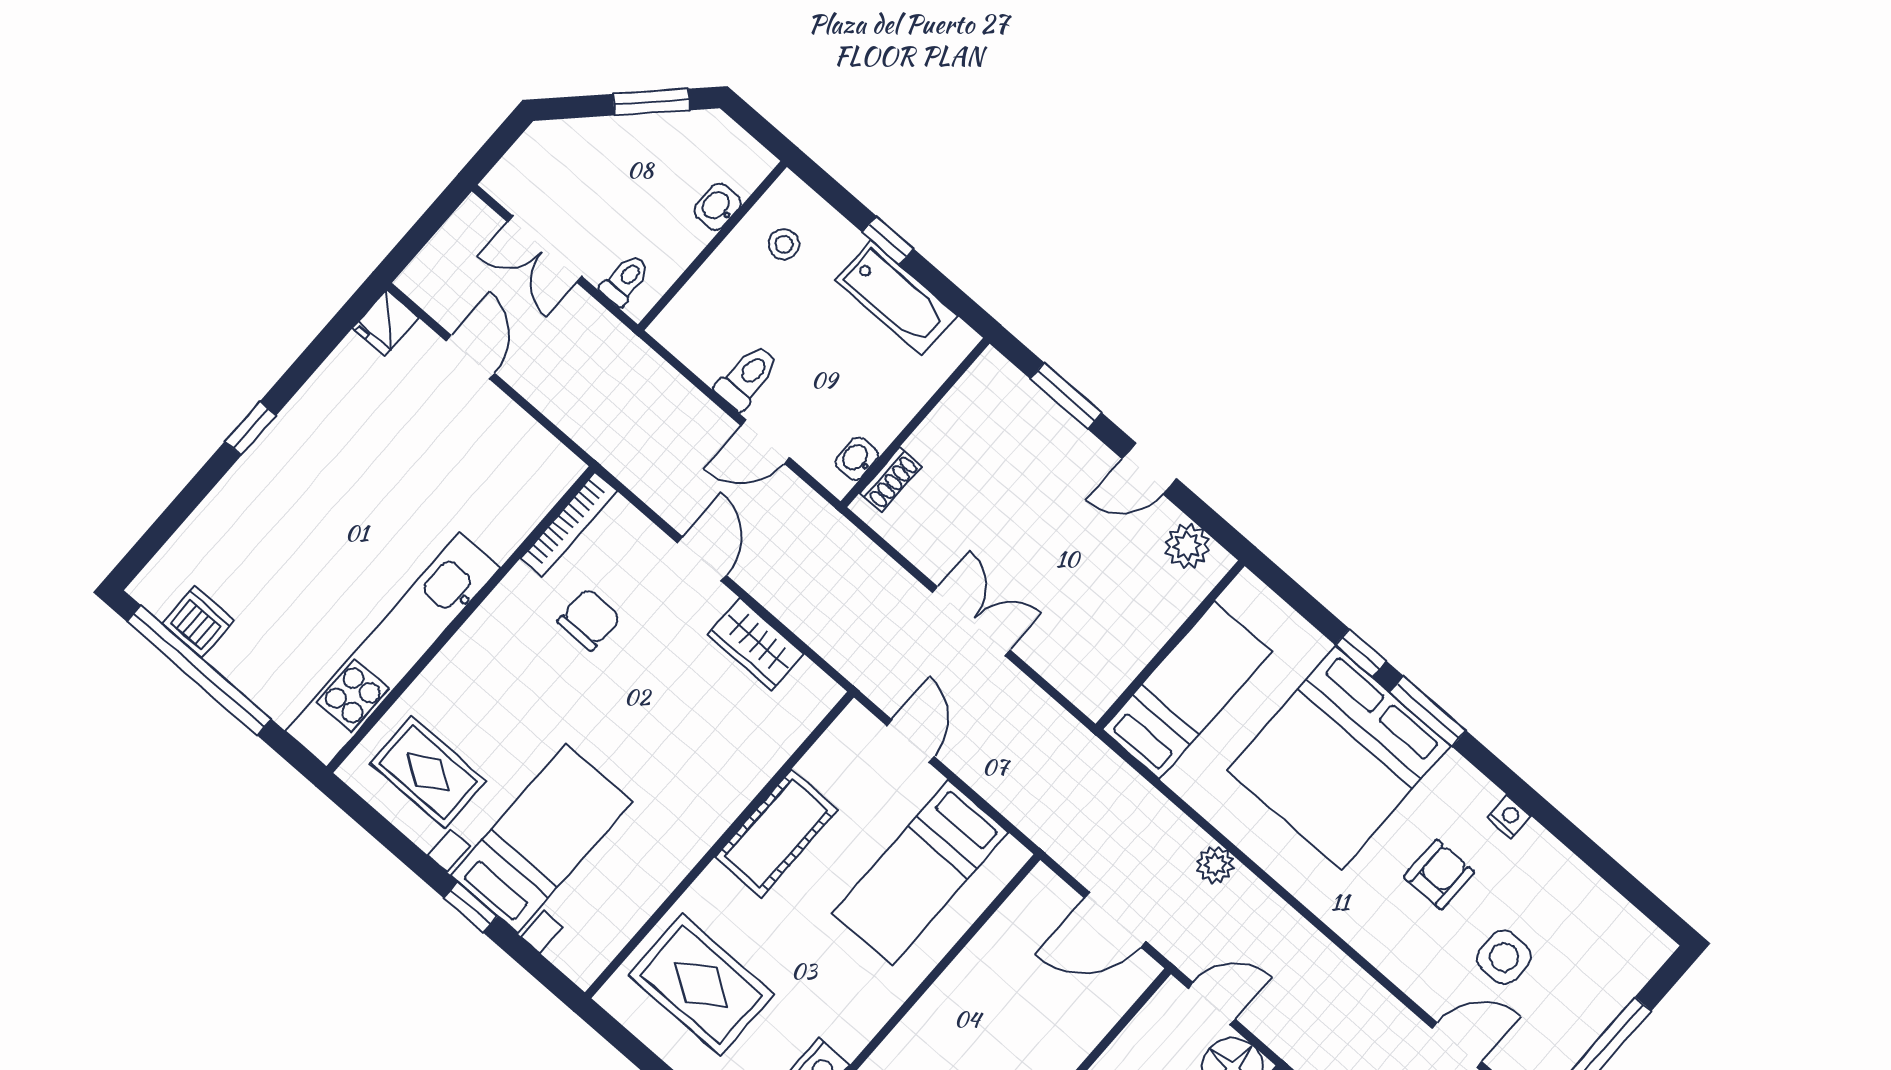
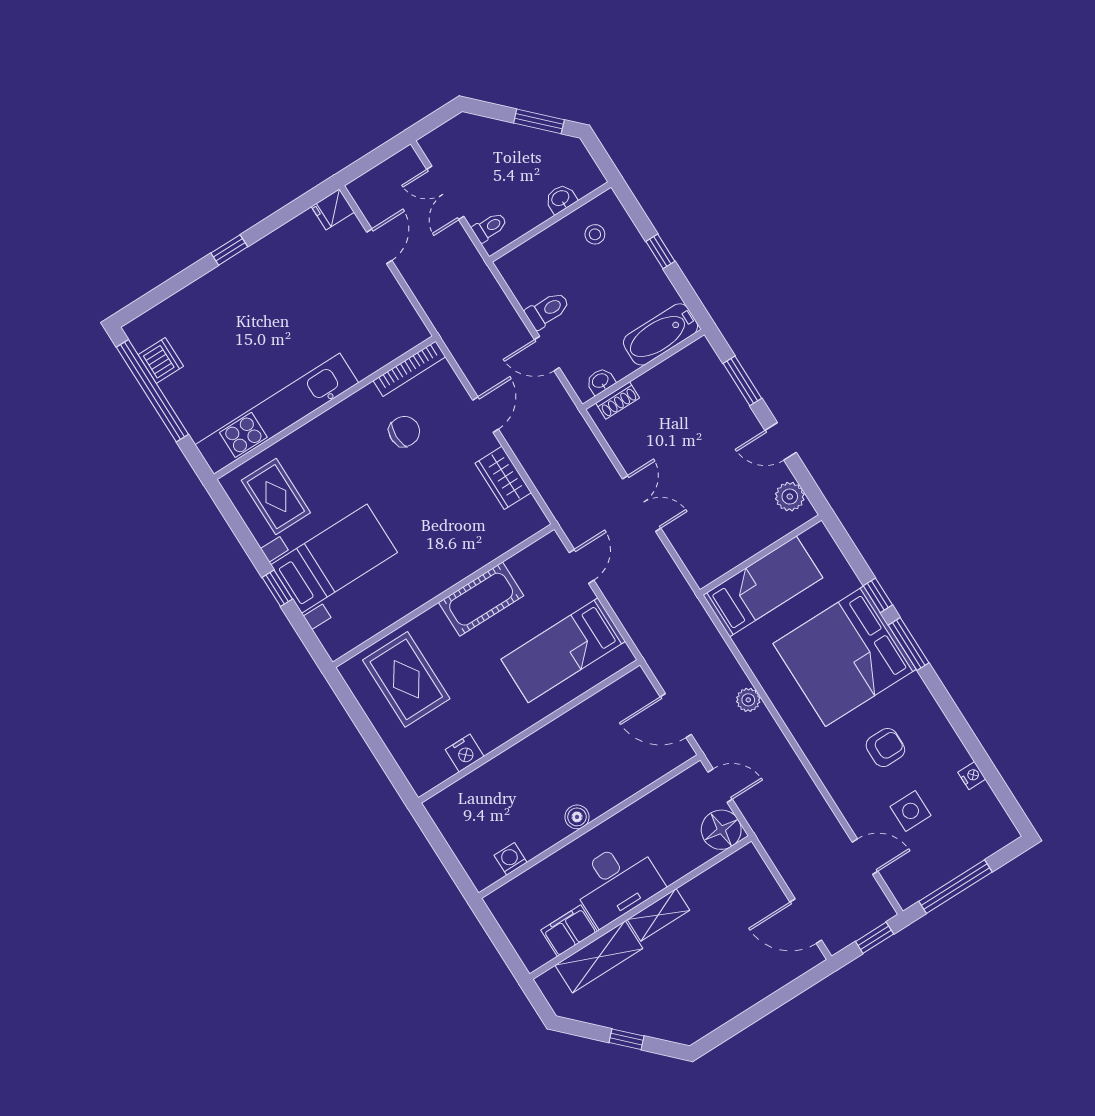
bathtub: (896, 298) -> (661, 334), moved, turned 90
nightstand: (1509, 817) -> (972, 776), moved

